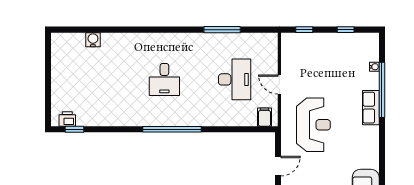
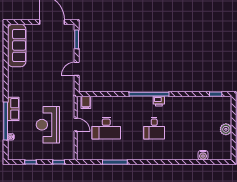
plant: (59, 78) -> (226, 129), added
desk: (164, 79) -> (154, 128), turned 180
desk: (235, 79) -> (106, 128), turned -90
printer: (67, 119) -> (159, 101), moved
reception desk: (313, 125) -> (48, 125), moved

